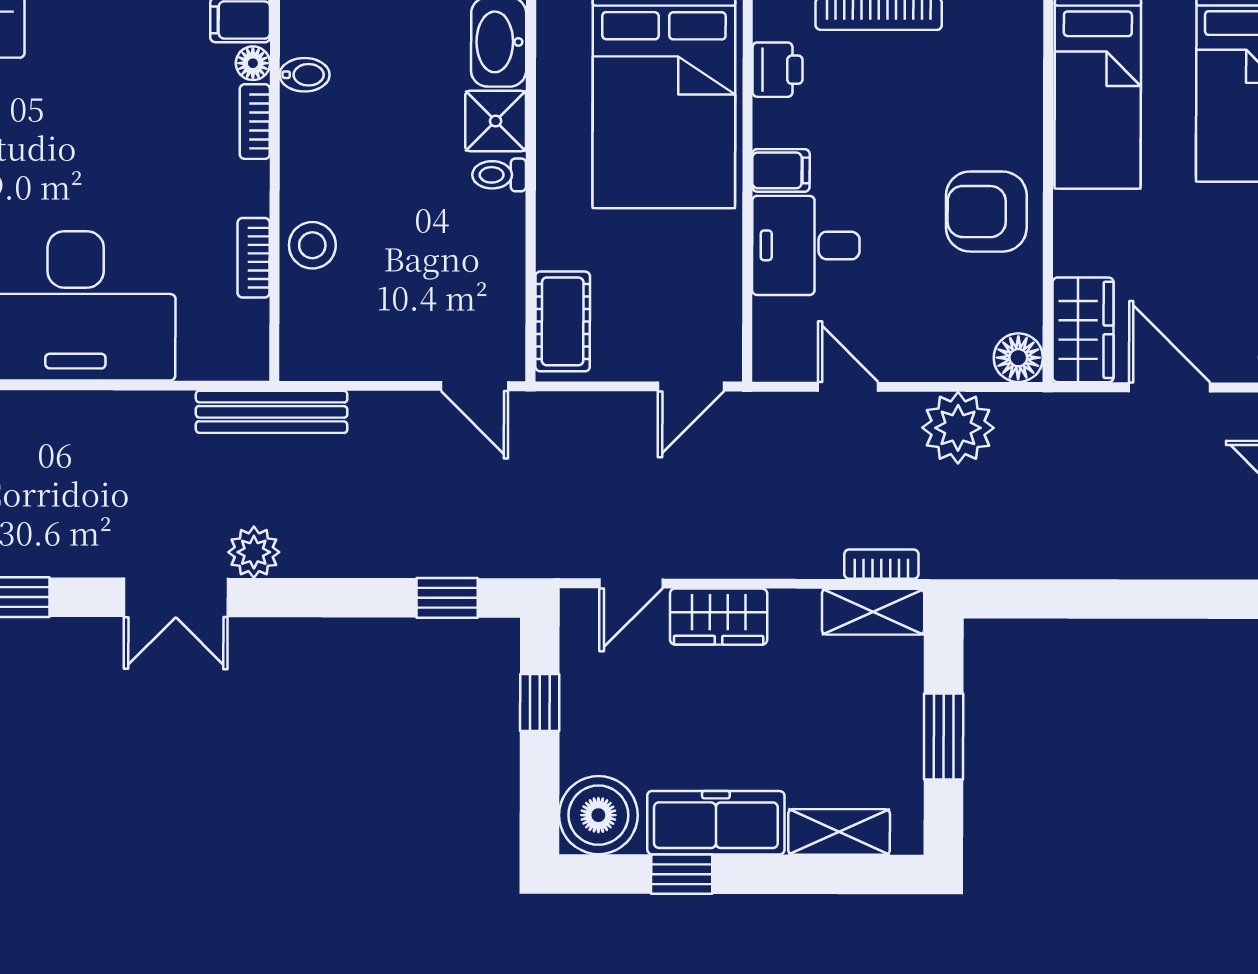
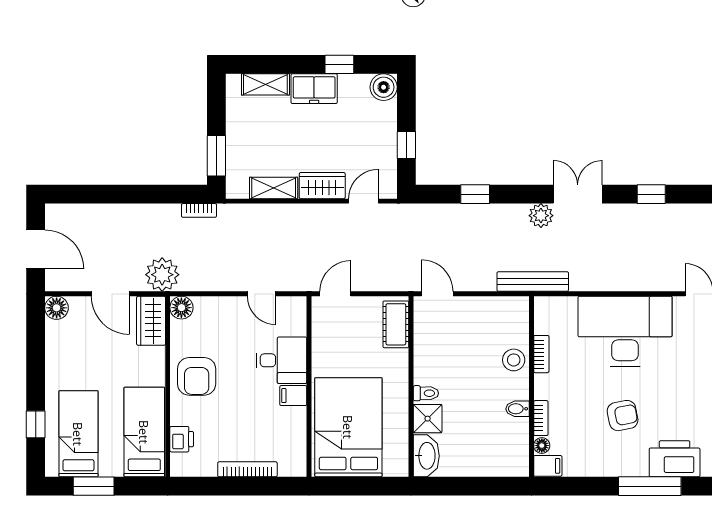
printer: (777, 70) -> (182, 439), moved, turned 180
bidet: (305, 75) -> (517, 409), moved
armchair: (81, 127) -> (623, 416), added
armchair: (986, 212) -> (197, 376), turned 90
plant: (958, 428) -> (162, 275), moved
bookcase: (881, 564) -> (199, 210), moved
window: (447, 598) -> (475, 194), moved
shelving: (873, 612) -> (274, 188), moved
window: (944, 737) -> (216, 156), moved
boiler: (598, 815) -> (384, 87), width x0.73, depth x0.73
freezer: (716, 823) -> (314, 89), width x0.71

